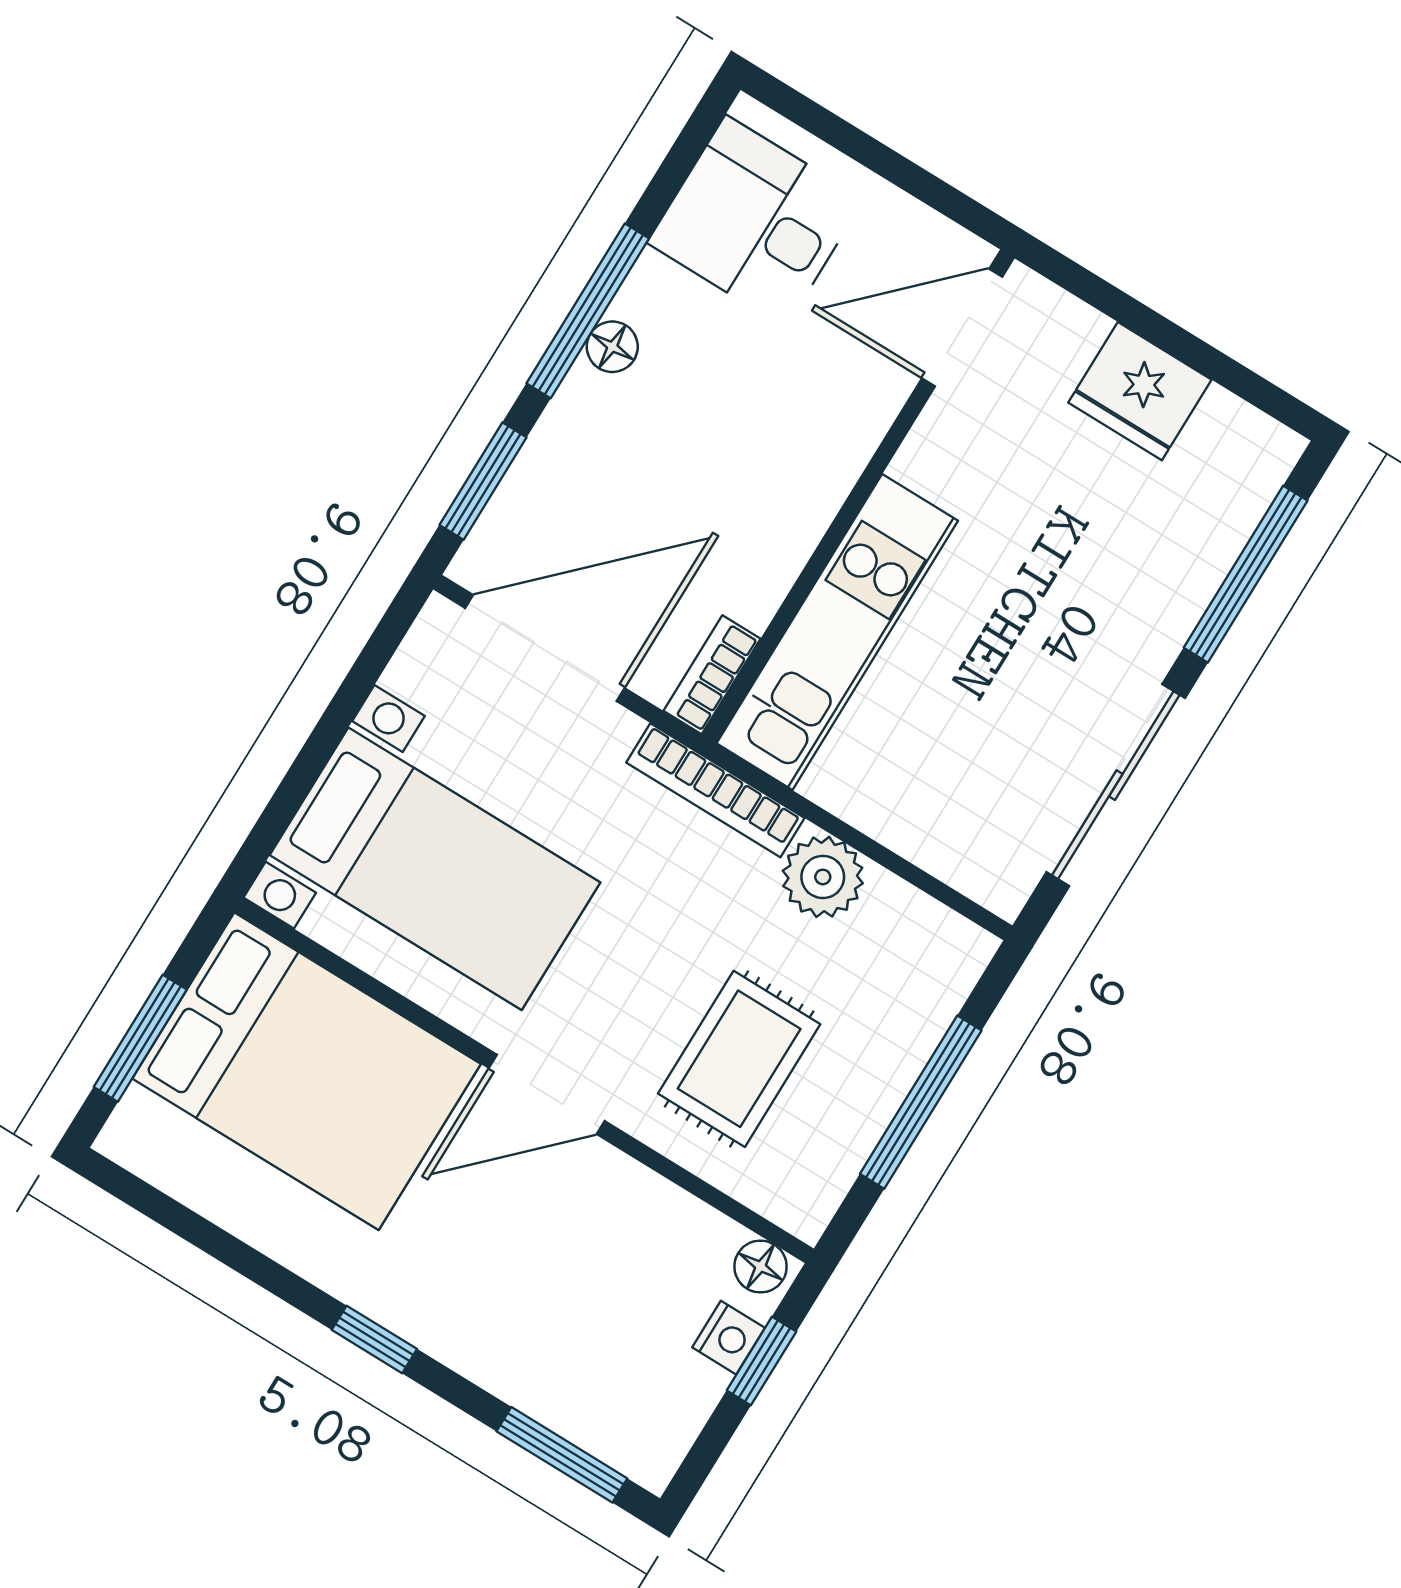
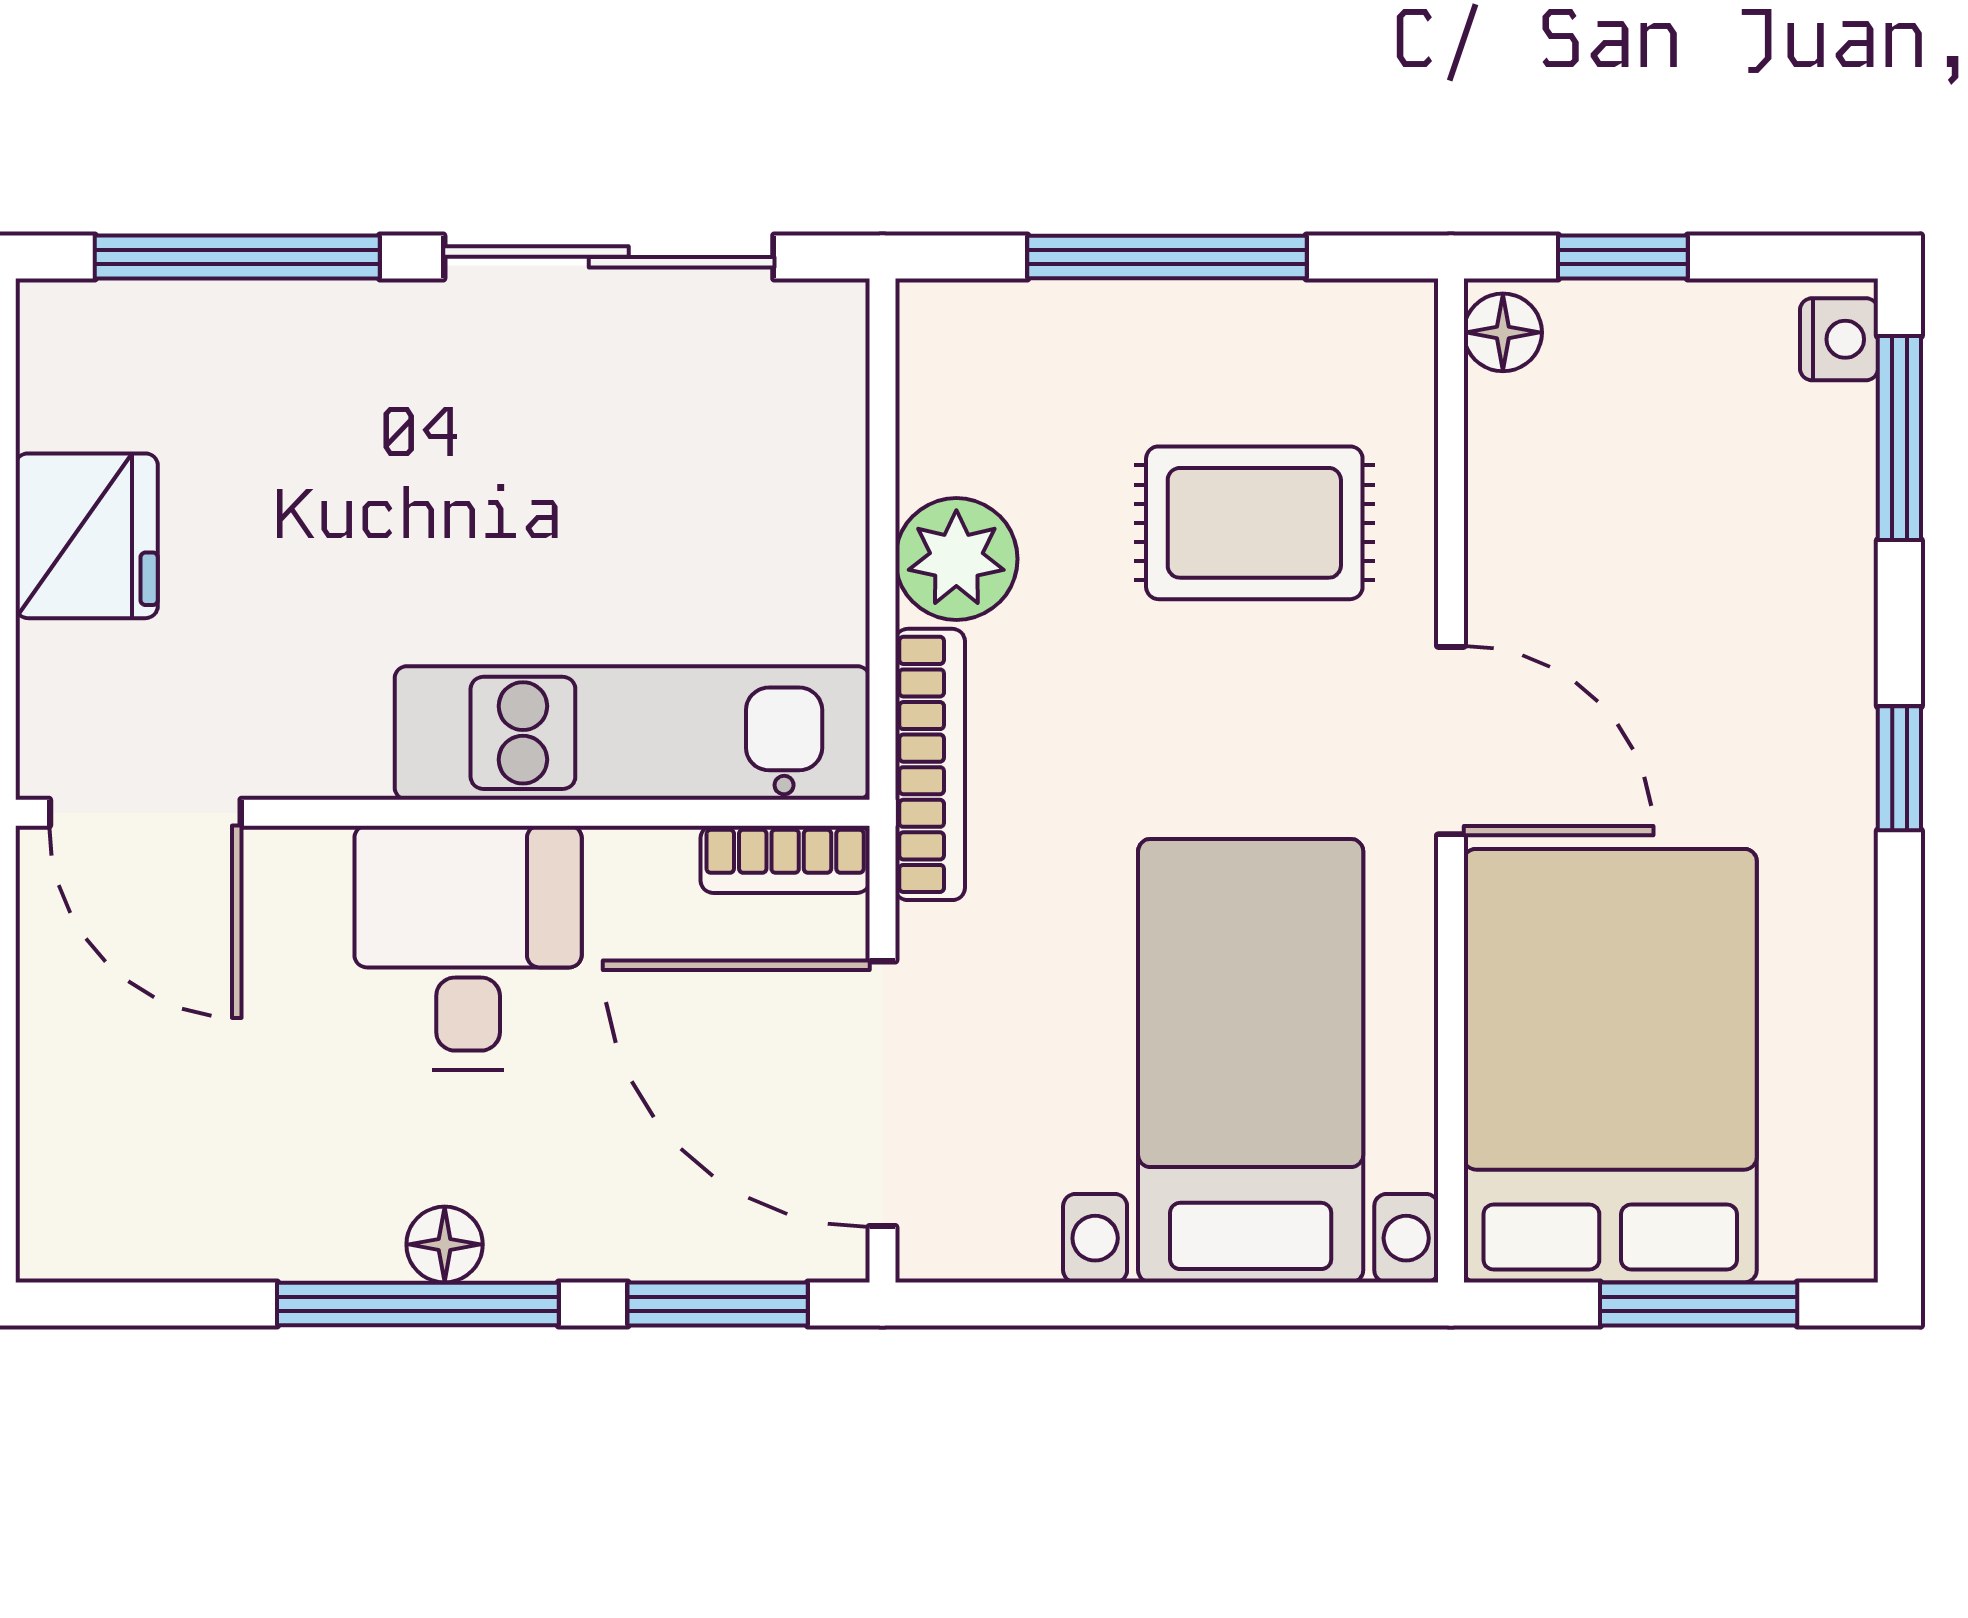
desk: (755, 221) -> (468, 948), moved, turned 180
nightstand: (729, 1338) -> (1839, 339), moved, turned 90

